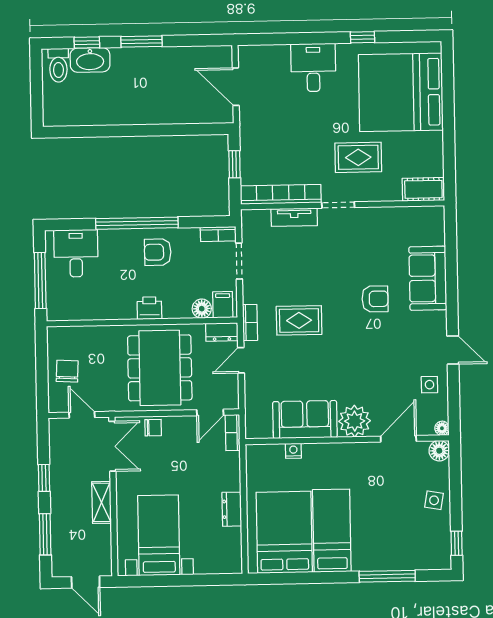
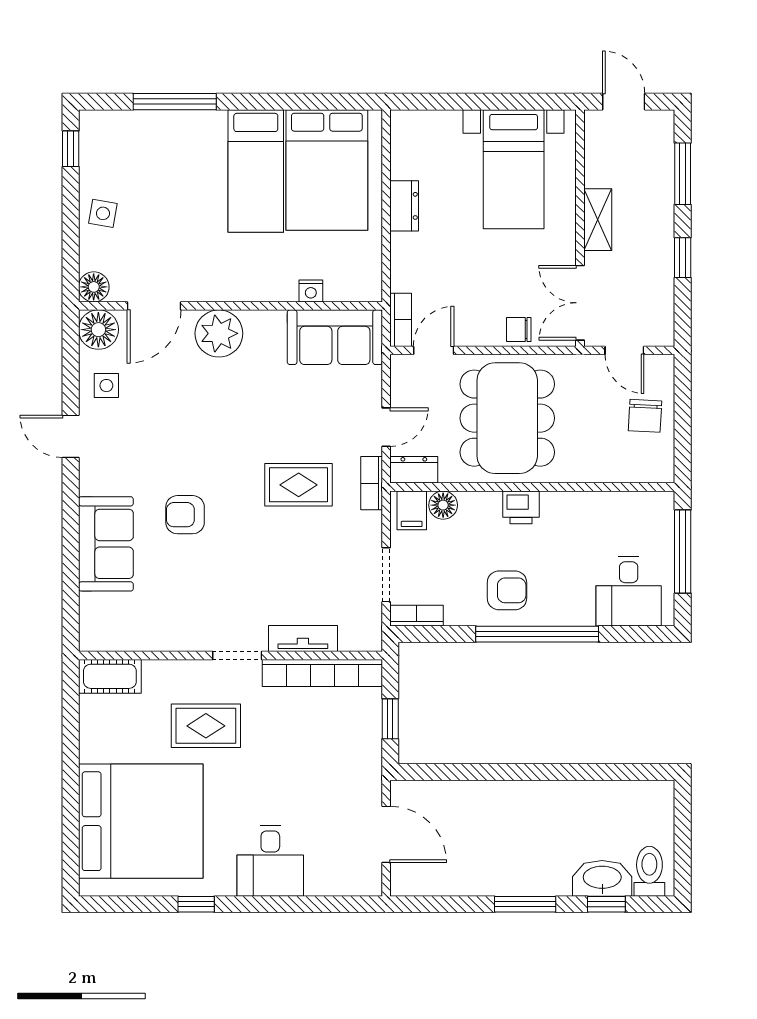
sofa: (305, 420) -> (335, 337), moved
floor lamp: (442, 428) -> (98, 330), width x1.89, depth x1.89

